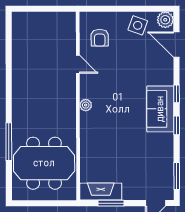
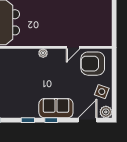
armchair: (100, 38) -> (93, 64), width x1.88, depth x1.88
sofa: (160, 109) -> (56, 108), moved

